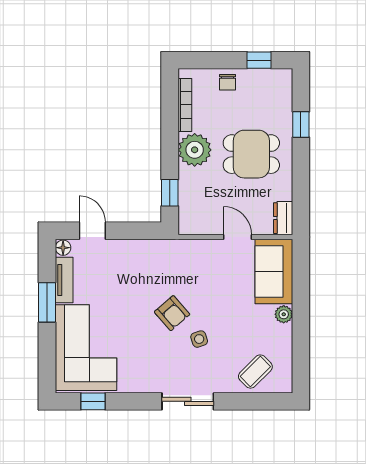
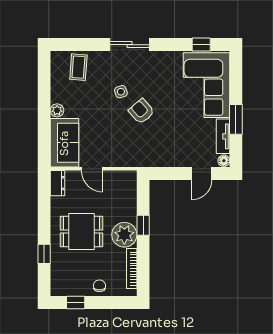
window: (170, 193) -> (143, 225), moved
door: (92, 231) -> (202, 174), hinge flipped
coffee table: (255, 372) -> (78, 67), turned -41

